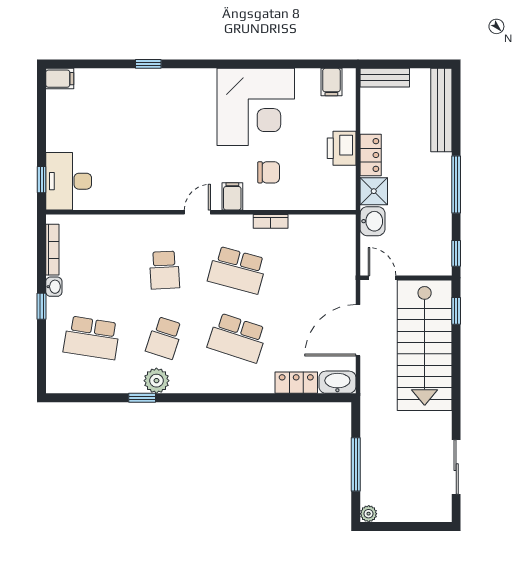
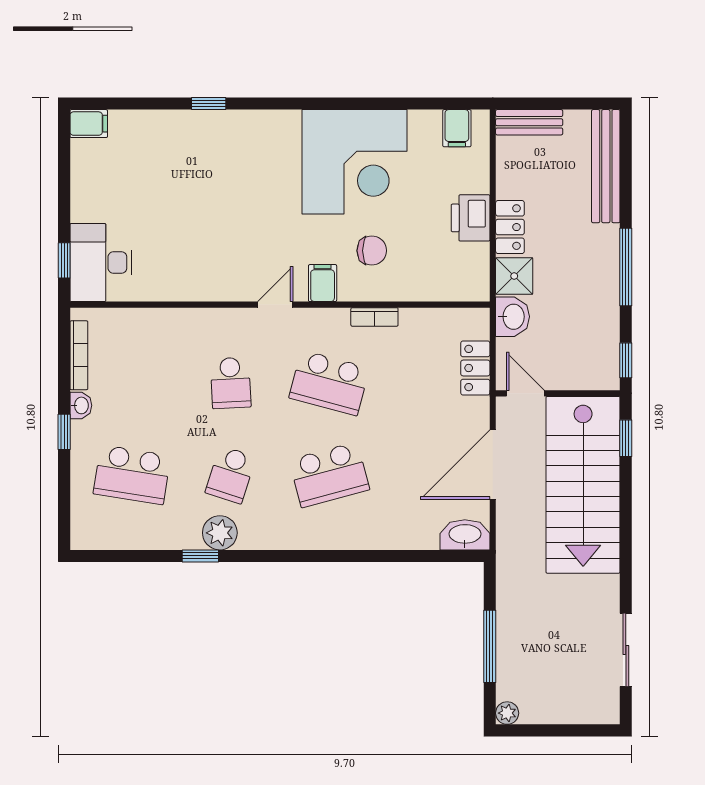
school desk: (237, 338) -> (329, 475), turned -33
locker: (296, 383) -> (475, 368), moved, turned -90

